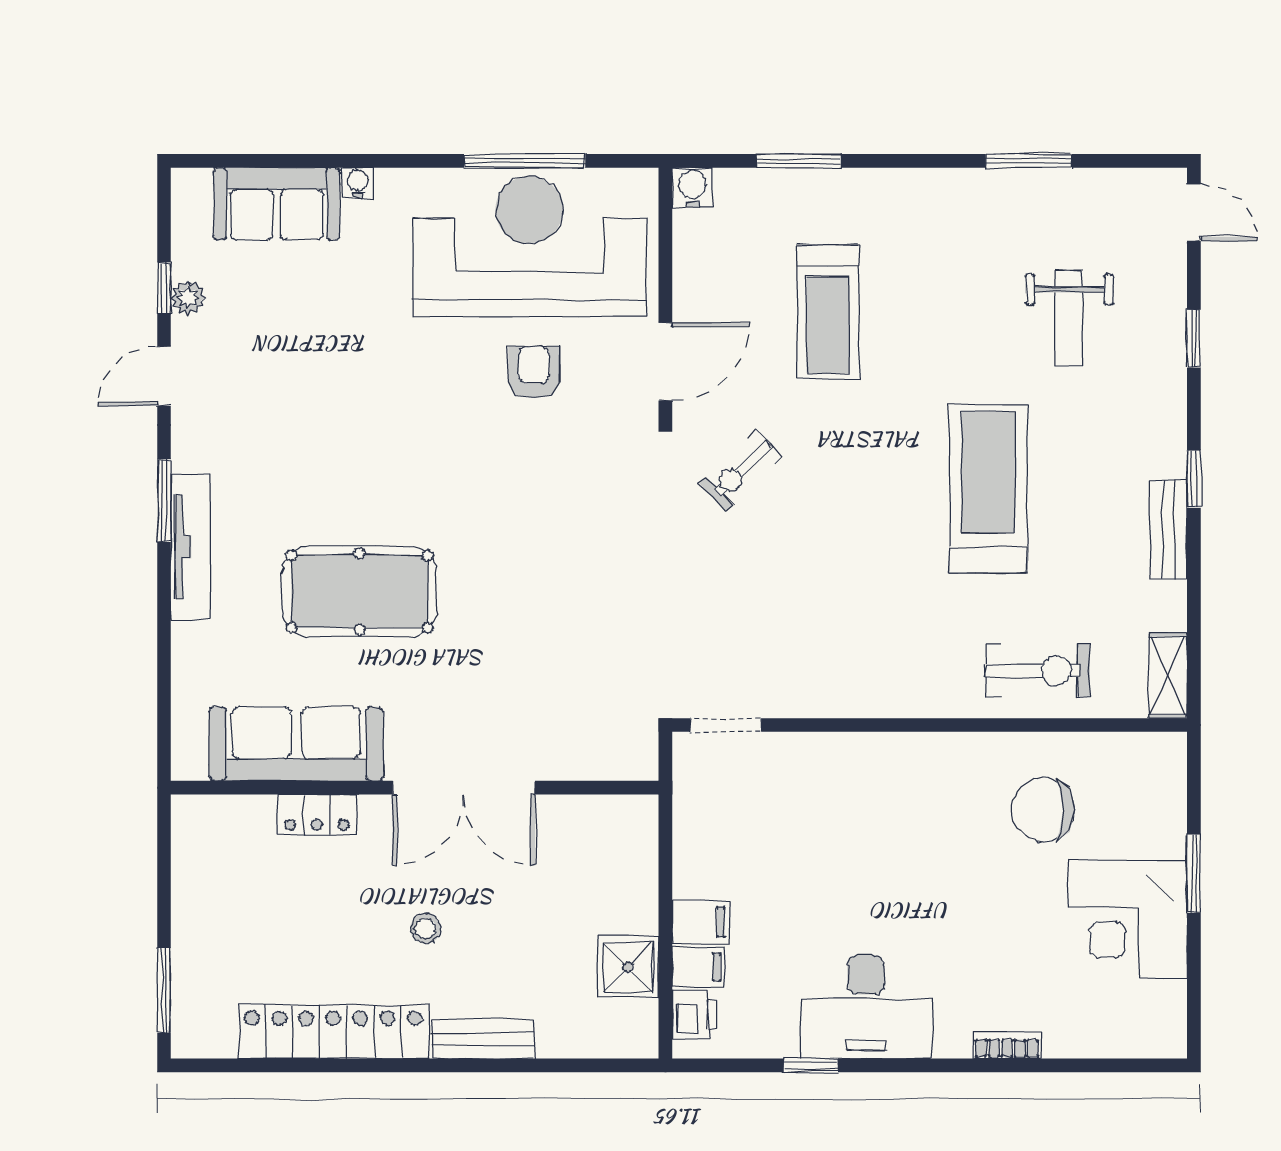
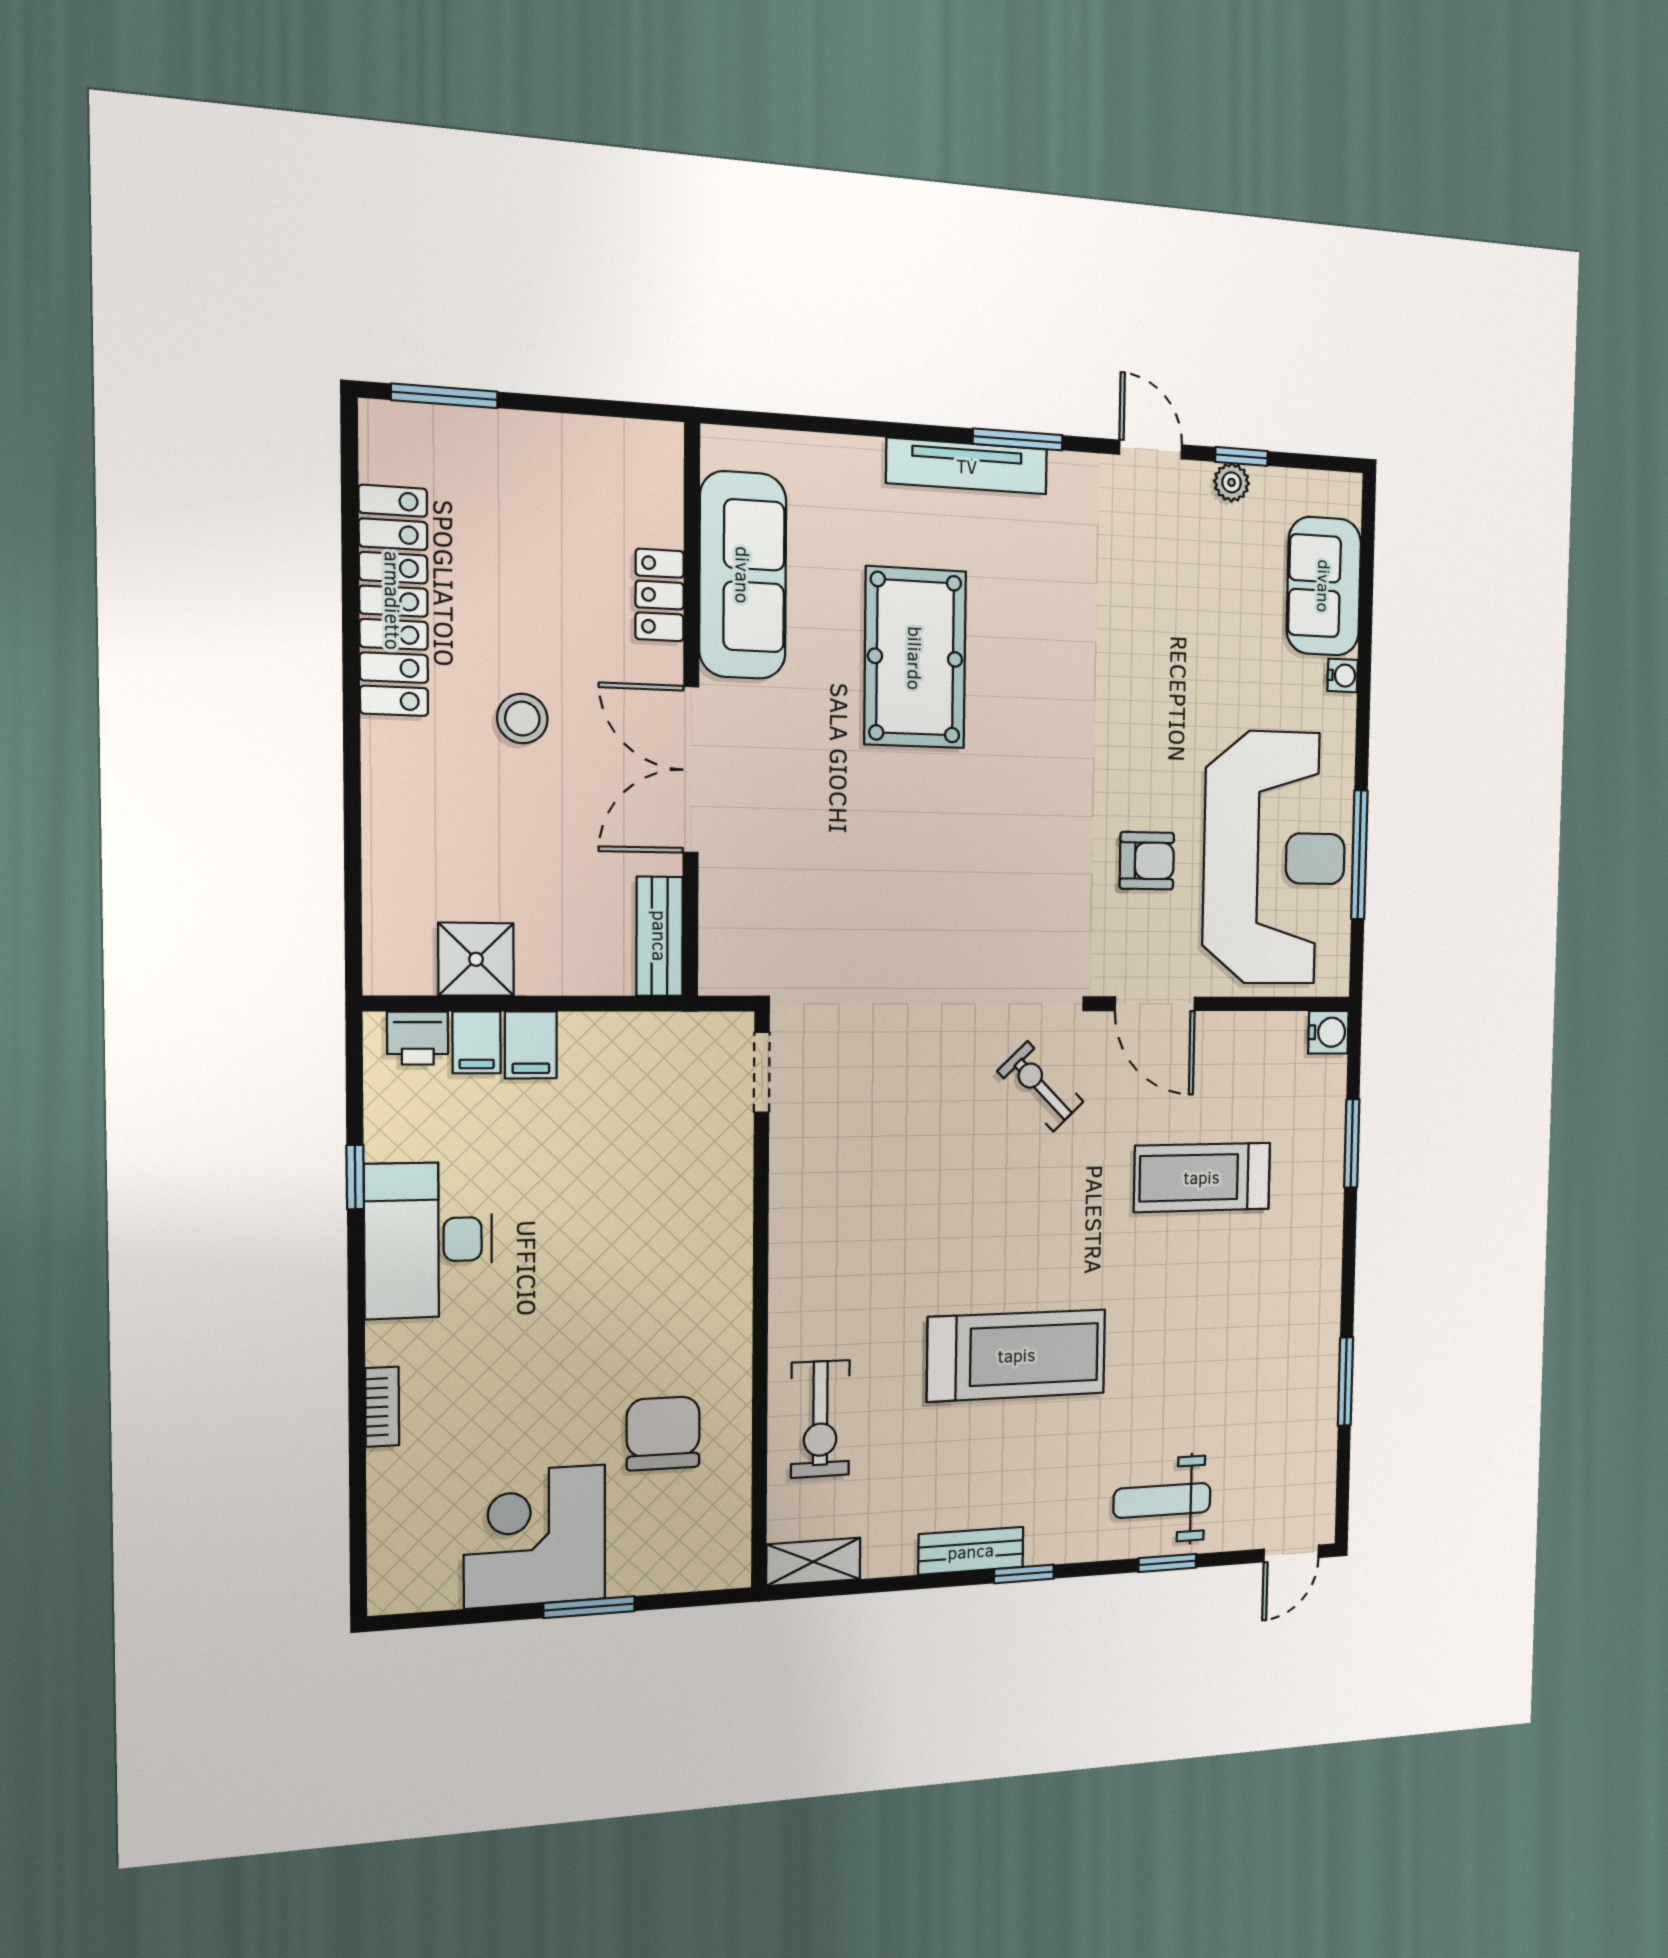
weight bench: (1069, 318) -> (1162, 1500), moved
stool: (425, 929) -> (522, 719), width x1.37, depth x1.37
bench: (483, 1039) -> (660, 936), moved

